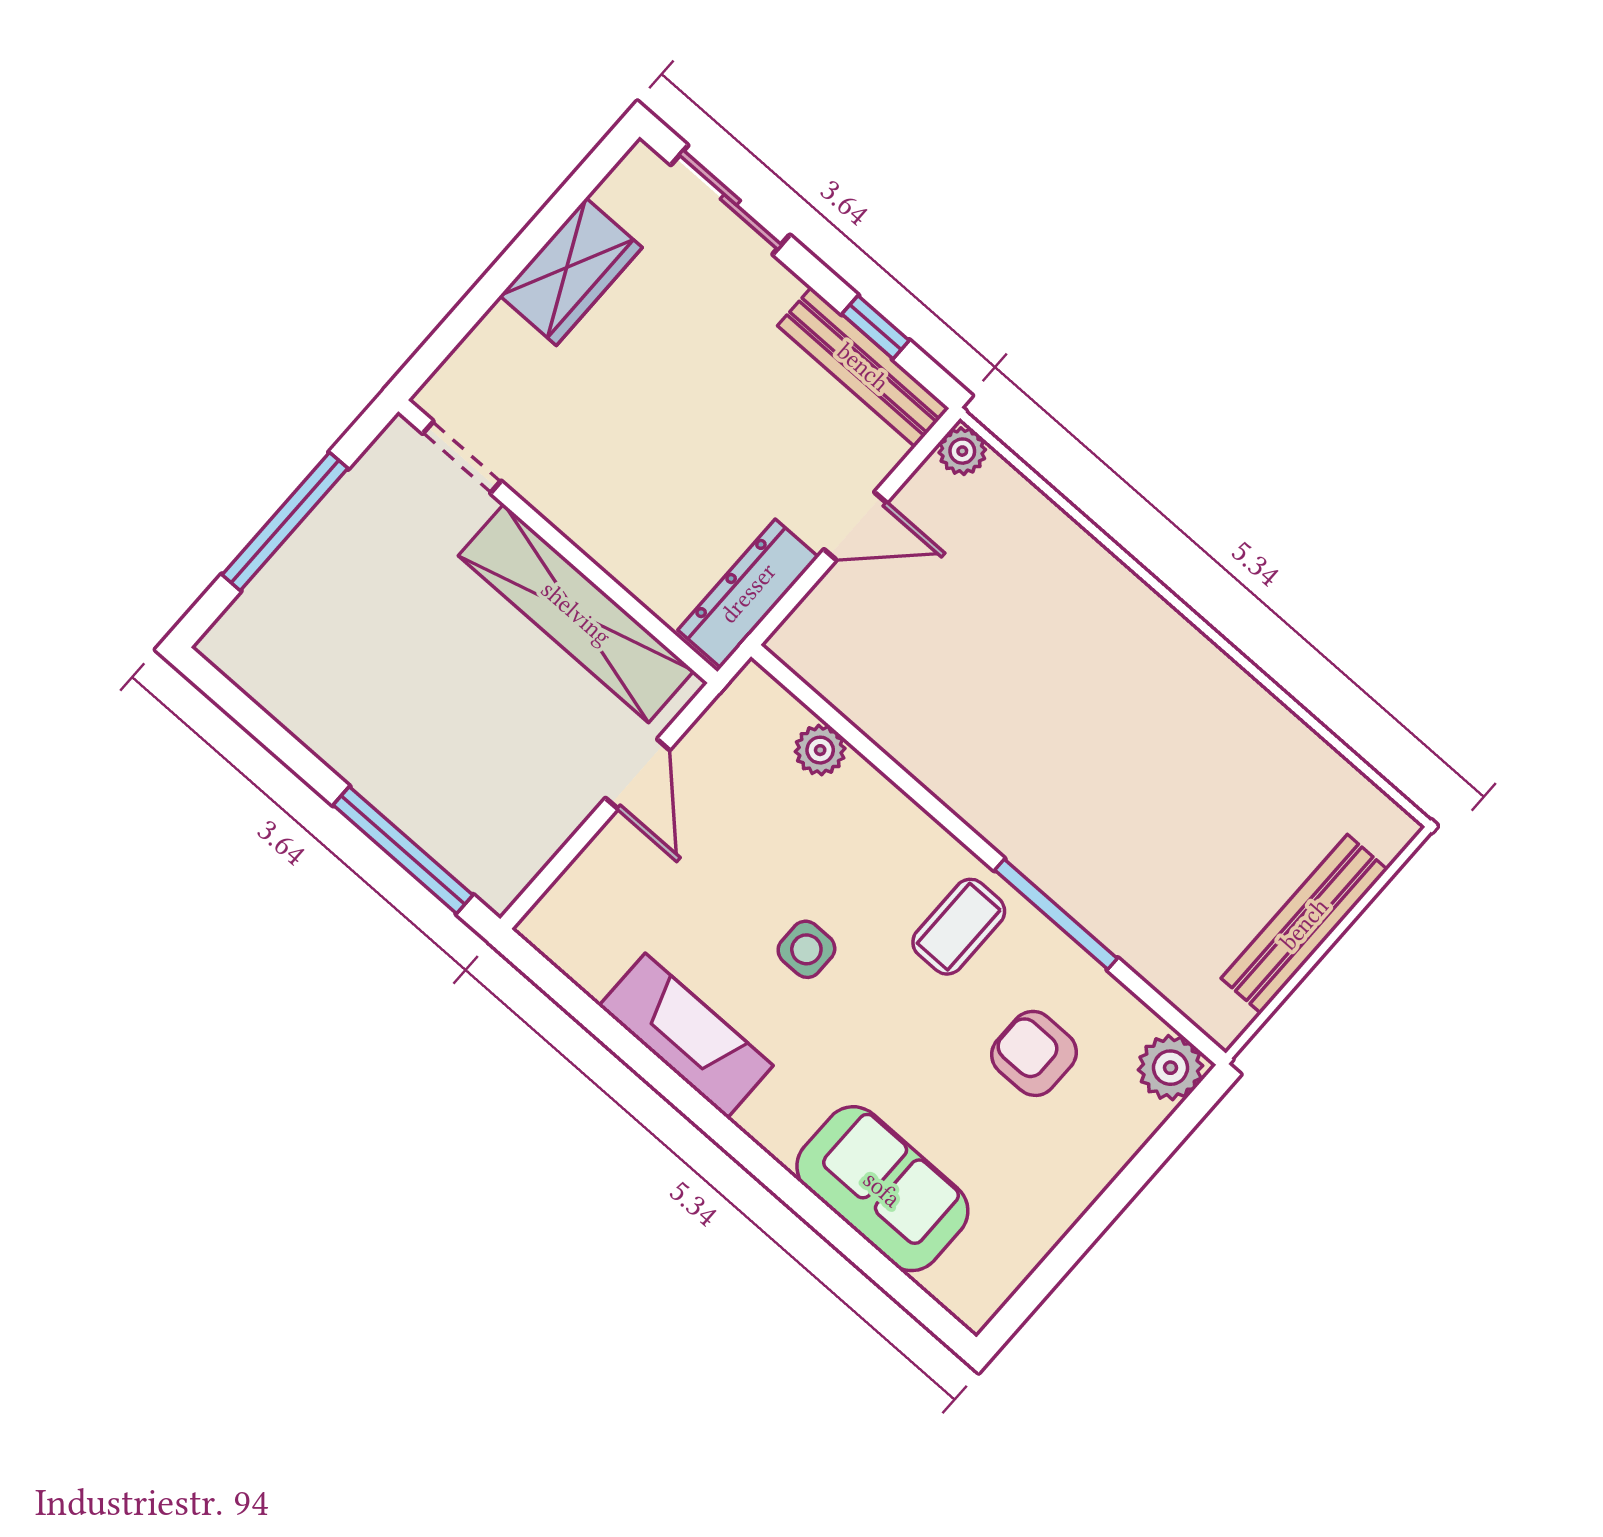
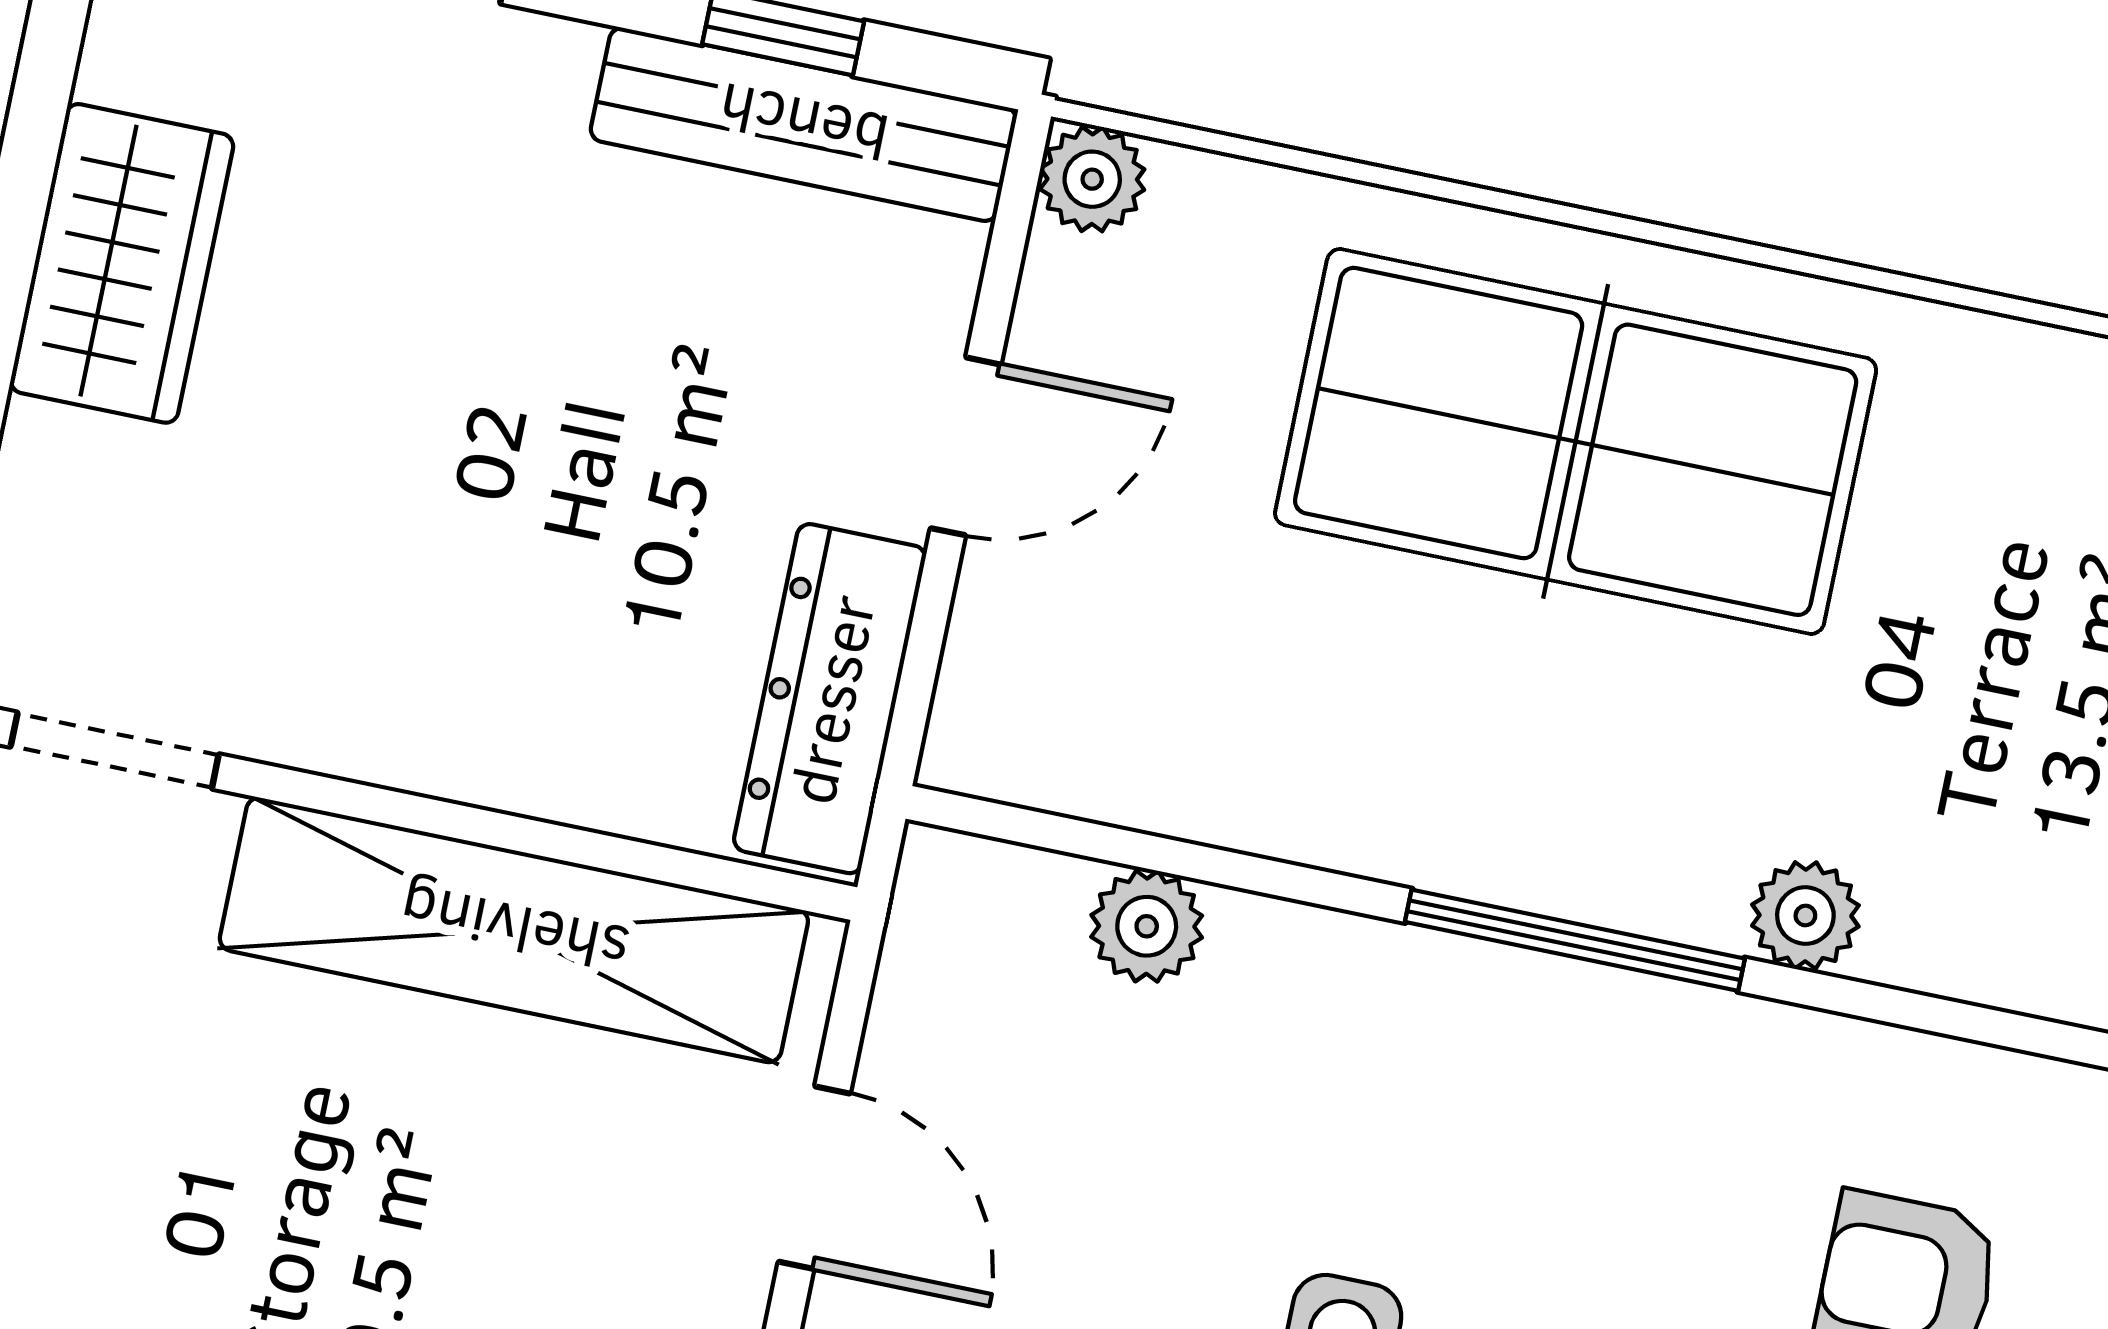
table tennis table: (1091, 657) -> (1576, 441), added
plant: (1076, 890) -> (1805, 916), added
window: (1056, 914) -> (1575, 940), moved
coffee table: (959, 927) -> (1617, 1119), removed

